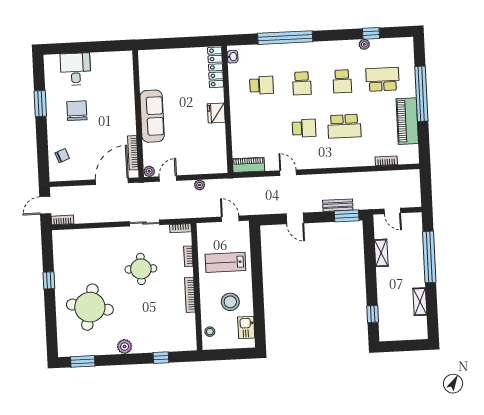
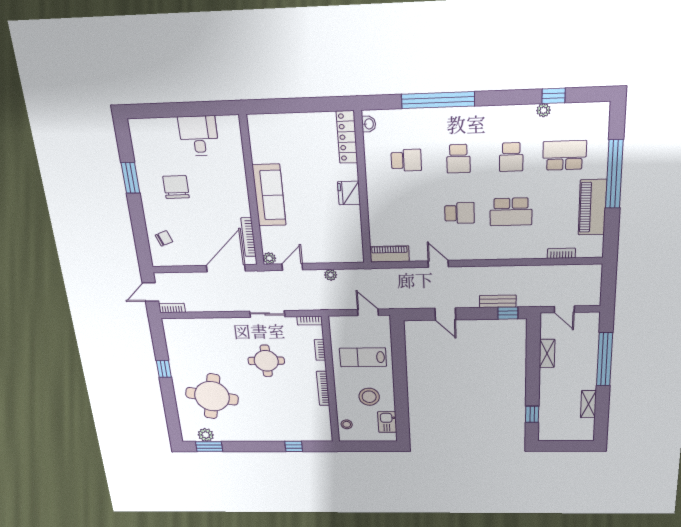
desk: (76, 69) -> (199, 136), moved
window: (347, 216) -> (508, 313), width x0.67
plant: (125, 347) -> (206, 435), moved

